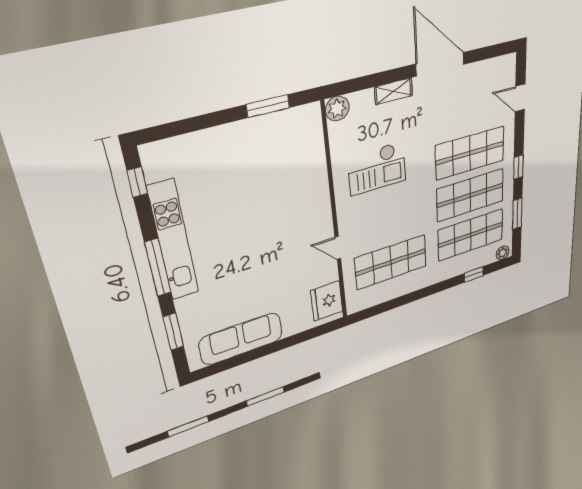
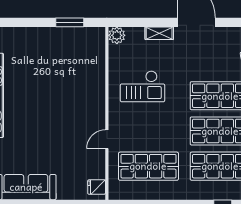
door: (338, 248) -> (107, 139), hinge flipped
fridge: (327, 301) -> (97, 187), width x0.53, depth x0.75

